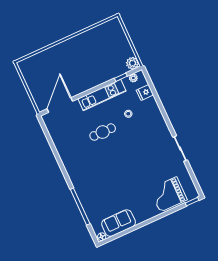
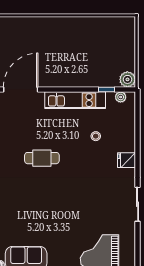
fridge: (145, 92) -> (126, 160), moved
cafe table: (103, 132) -> (42, 158), moved

